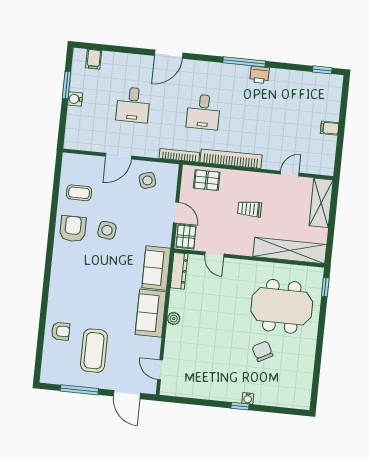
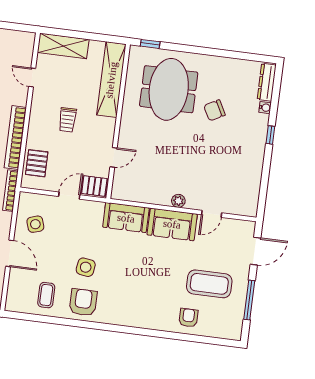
armchair: (73, 229) -> (83, 302), turned 90
dresser: (179, 271) -> (267, 82), moved, turned -90
door: (160, 370) -> (212, 214), moved
water cooler: (248, 398) -> (265, 108), moved

